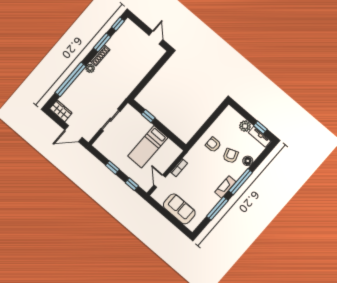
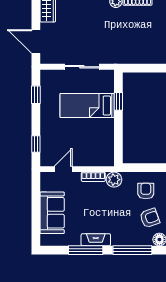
bed: (148, 147) -> (87, 105), moved
plant: (191, 157) -> (114, 180), added
window: (112, 167) -> (36, 95), moved
fireplace: (225, 187) -> (96, 240), moved

